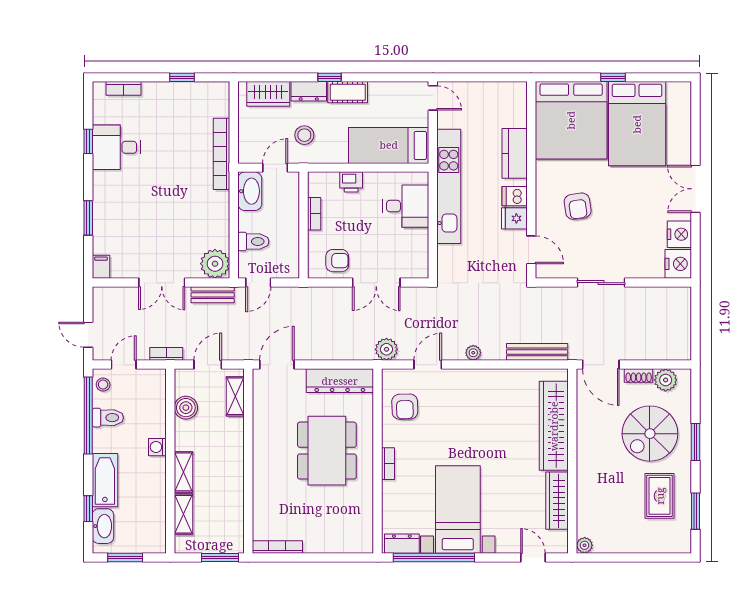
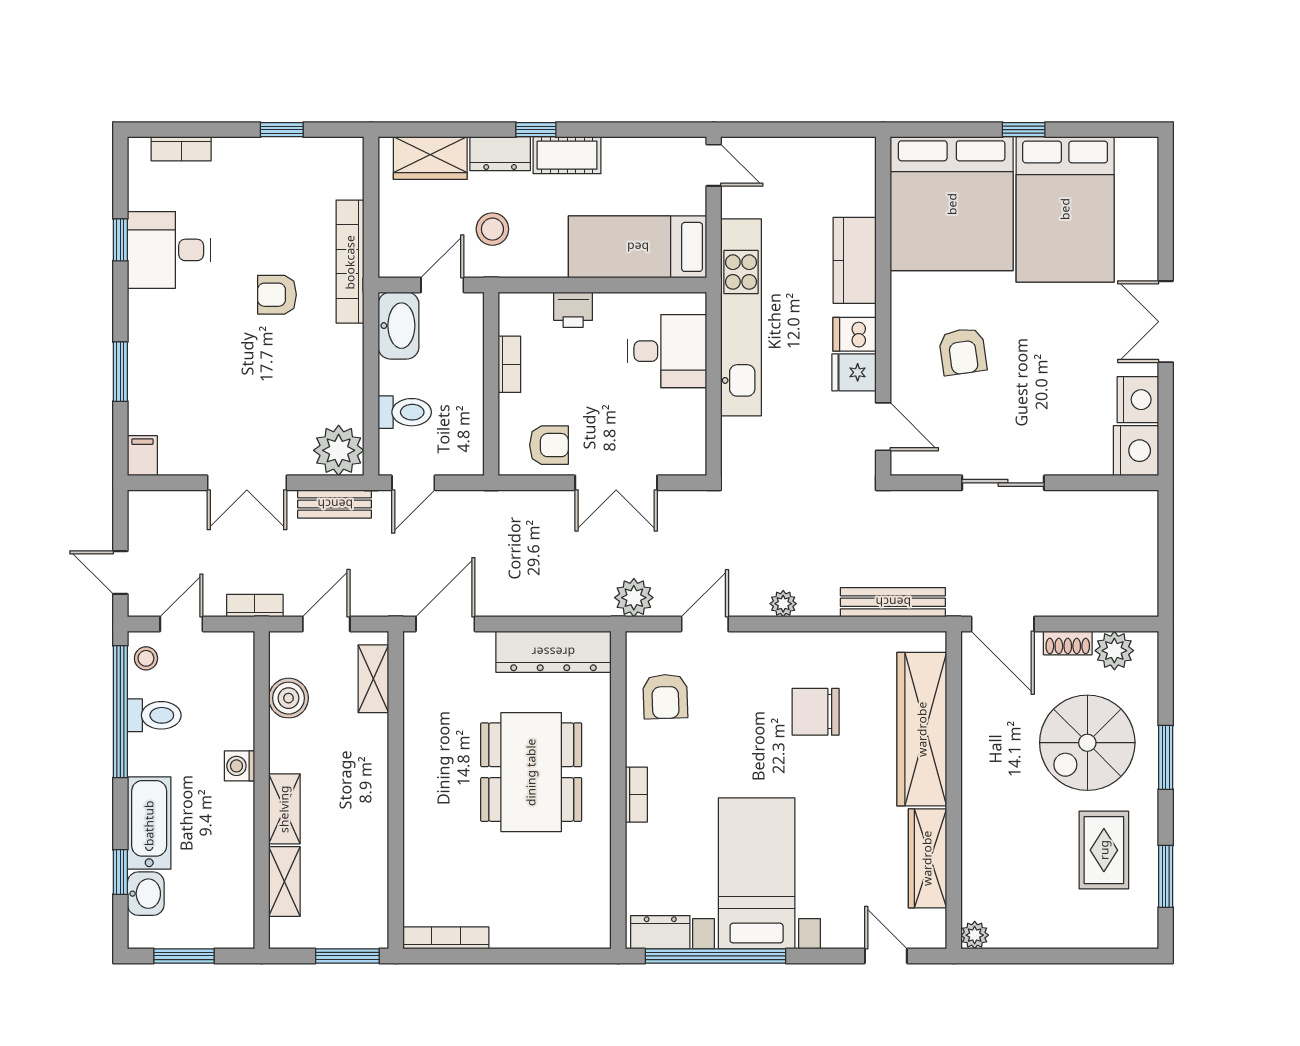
armchair: (179, 173) -> (277, 295), added
chair: (492, 416) -> (816, 712), added
washbasin: (103, 526) -> (146, 894), width x0.72

